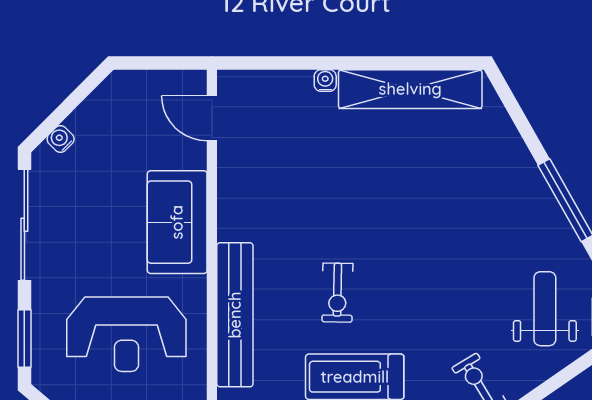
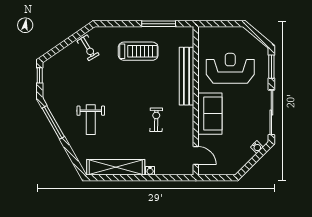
exercise bike: (337, 293) -> (156, 120), moved
weight bench: (545, 309) -> (91, 120), moved

